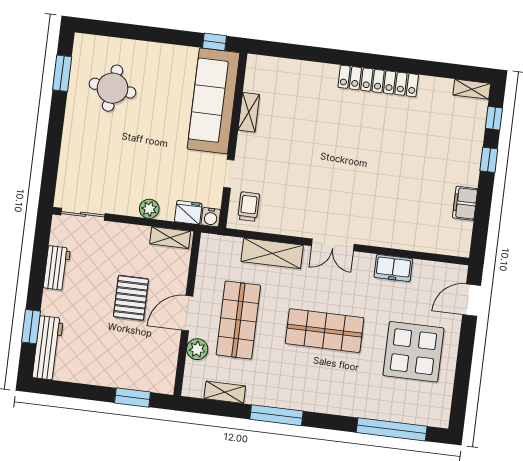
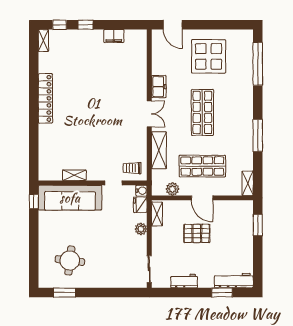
freezer: (393, 268) -> (159, 87), moved
plant: (197, 349) -> (173, 189), moved
shelving: (225, 392) -> (248, 183), moved

